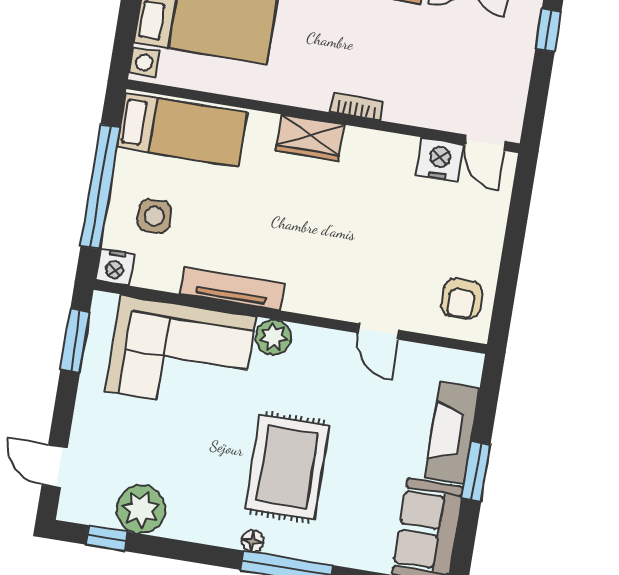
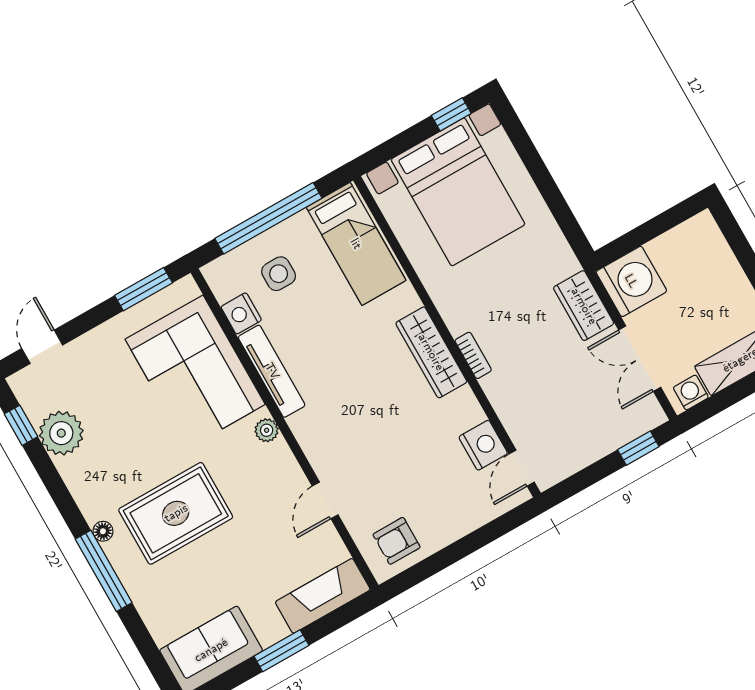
wardrobe: (310, 138) -> (431, 352), width x1.50
nightstand: (115, 267) -> (241, 313), moved
plant: (273, 337) -> (267, 430), width x0.73, depth x0.73
fireplace: (452, 433) -> (323, 596), moved

